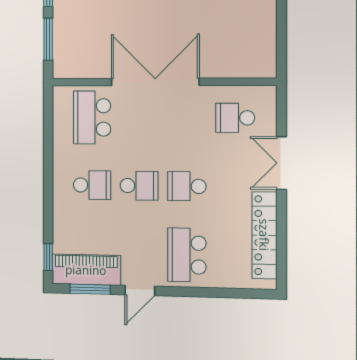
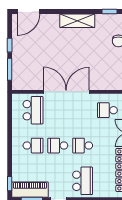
school desk: (92, 117) -> (33, 110), turned 180
school desk: (139, 186) -> (58, 146), turned 180
school desk: (187, 255) -> (83, 181), turned 180

